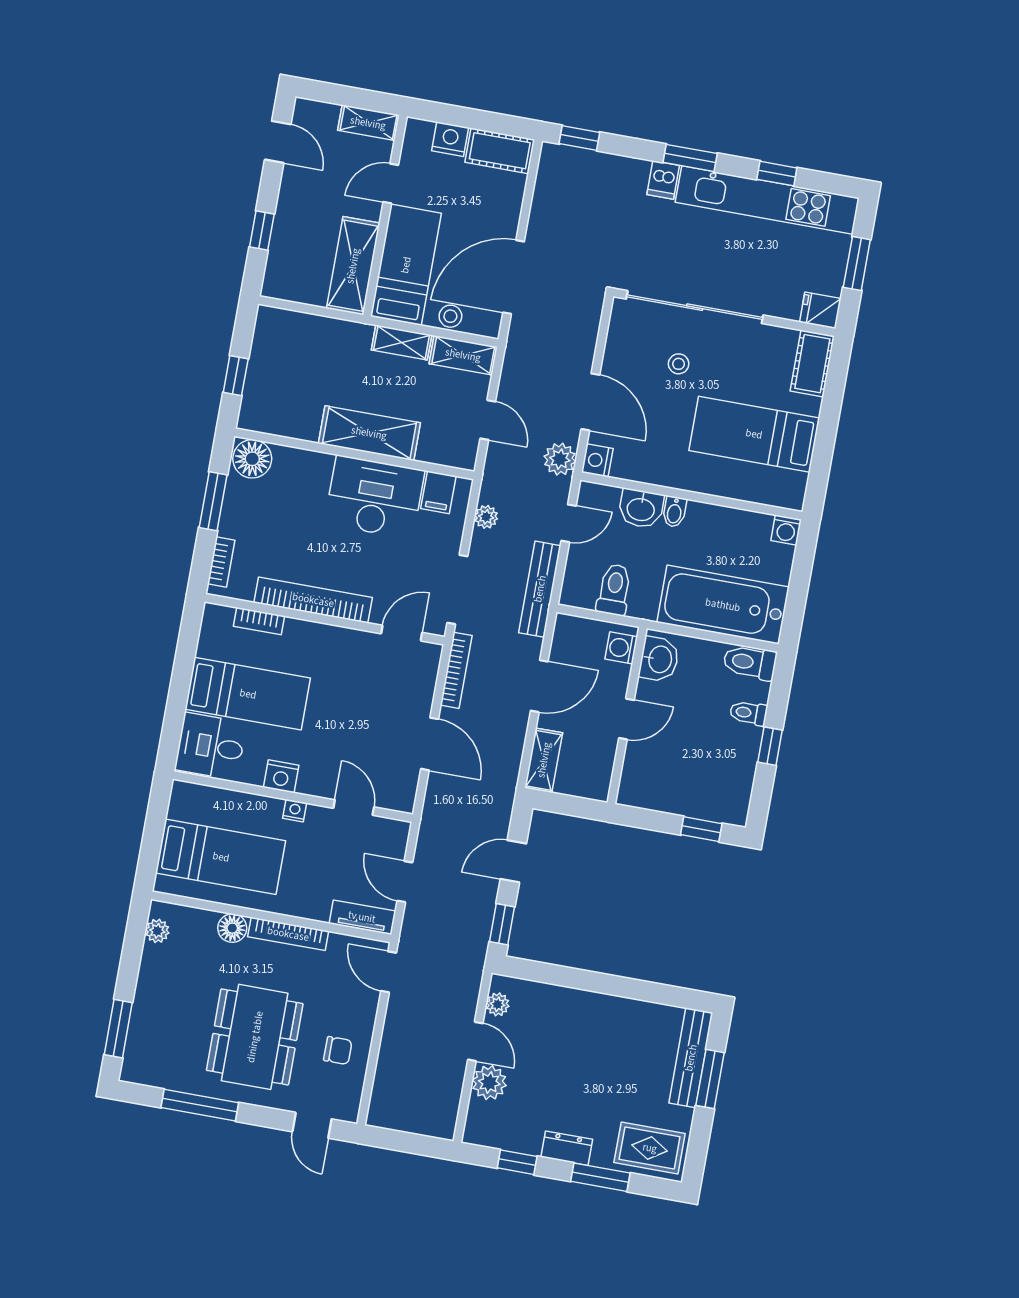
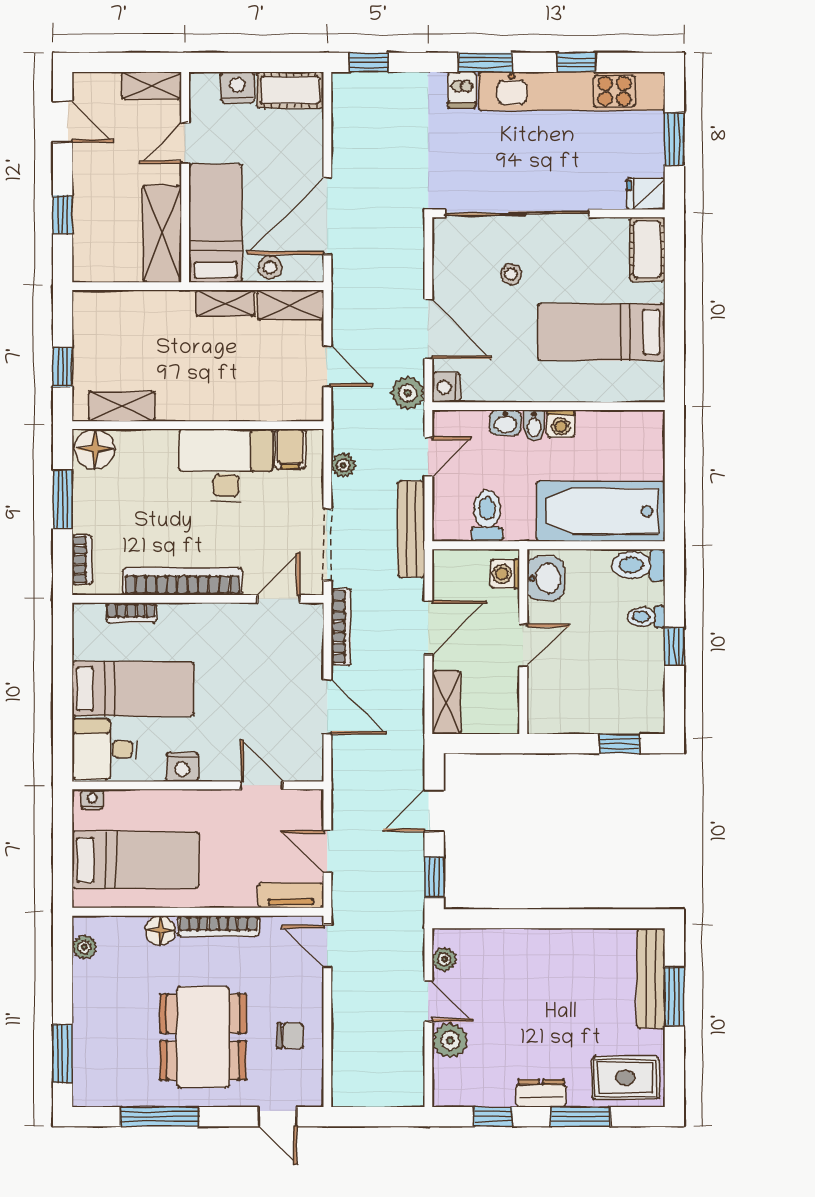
shelving: (369, 433) -> (122, 406), moved, width x0.67, depth x0.75
washbasin: (641, 509) -> (505, 423), width x0.72, depth x0.69
washing machine: (786, 530) -> (561, 424), moved
nightstand: (295, 811) -> (92, 799), moved

